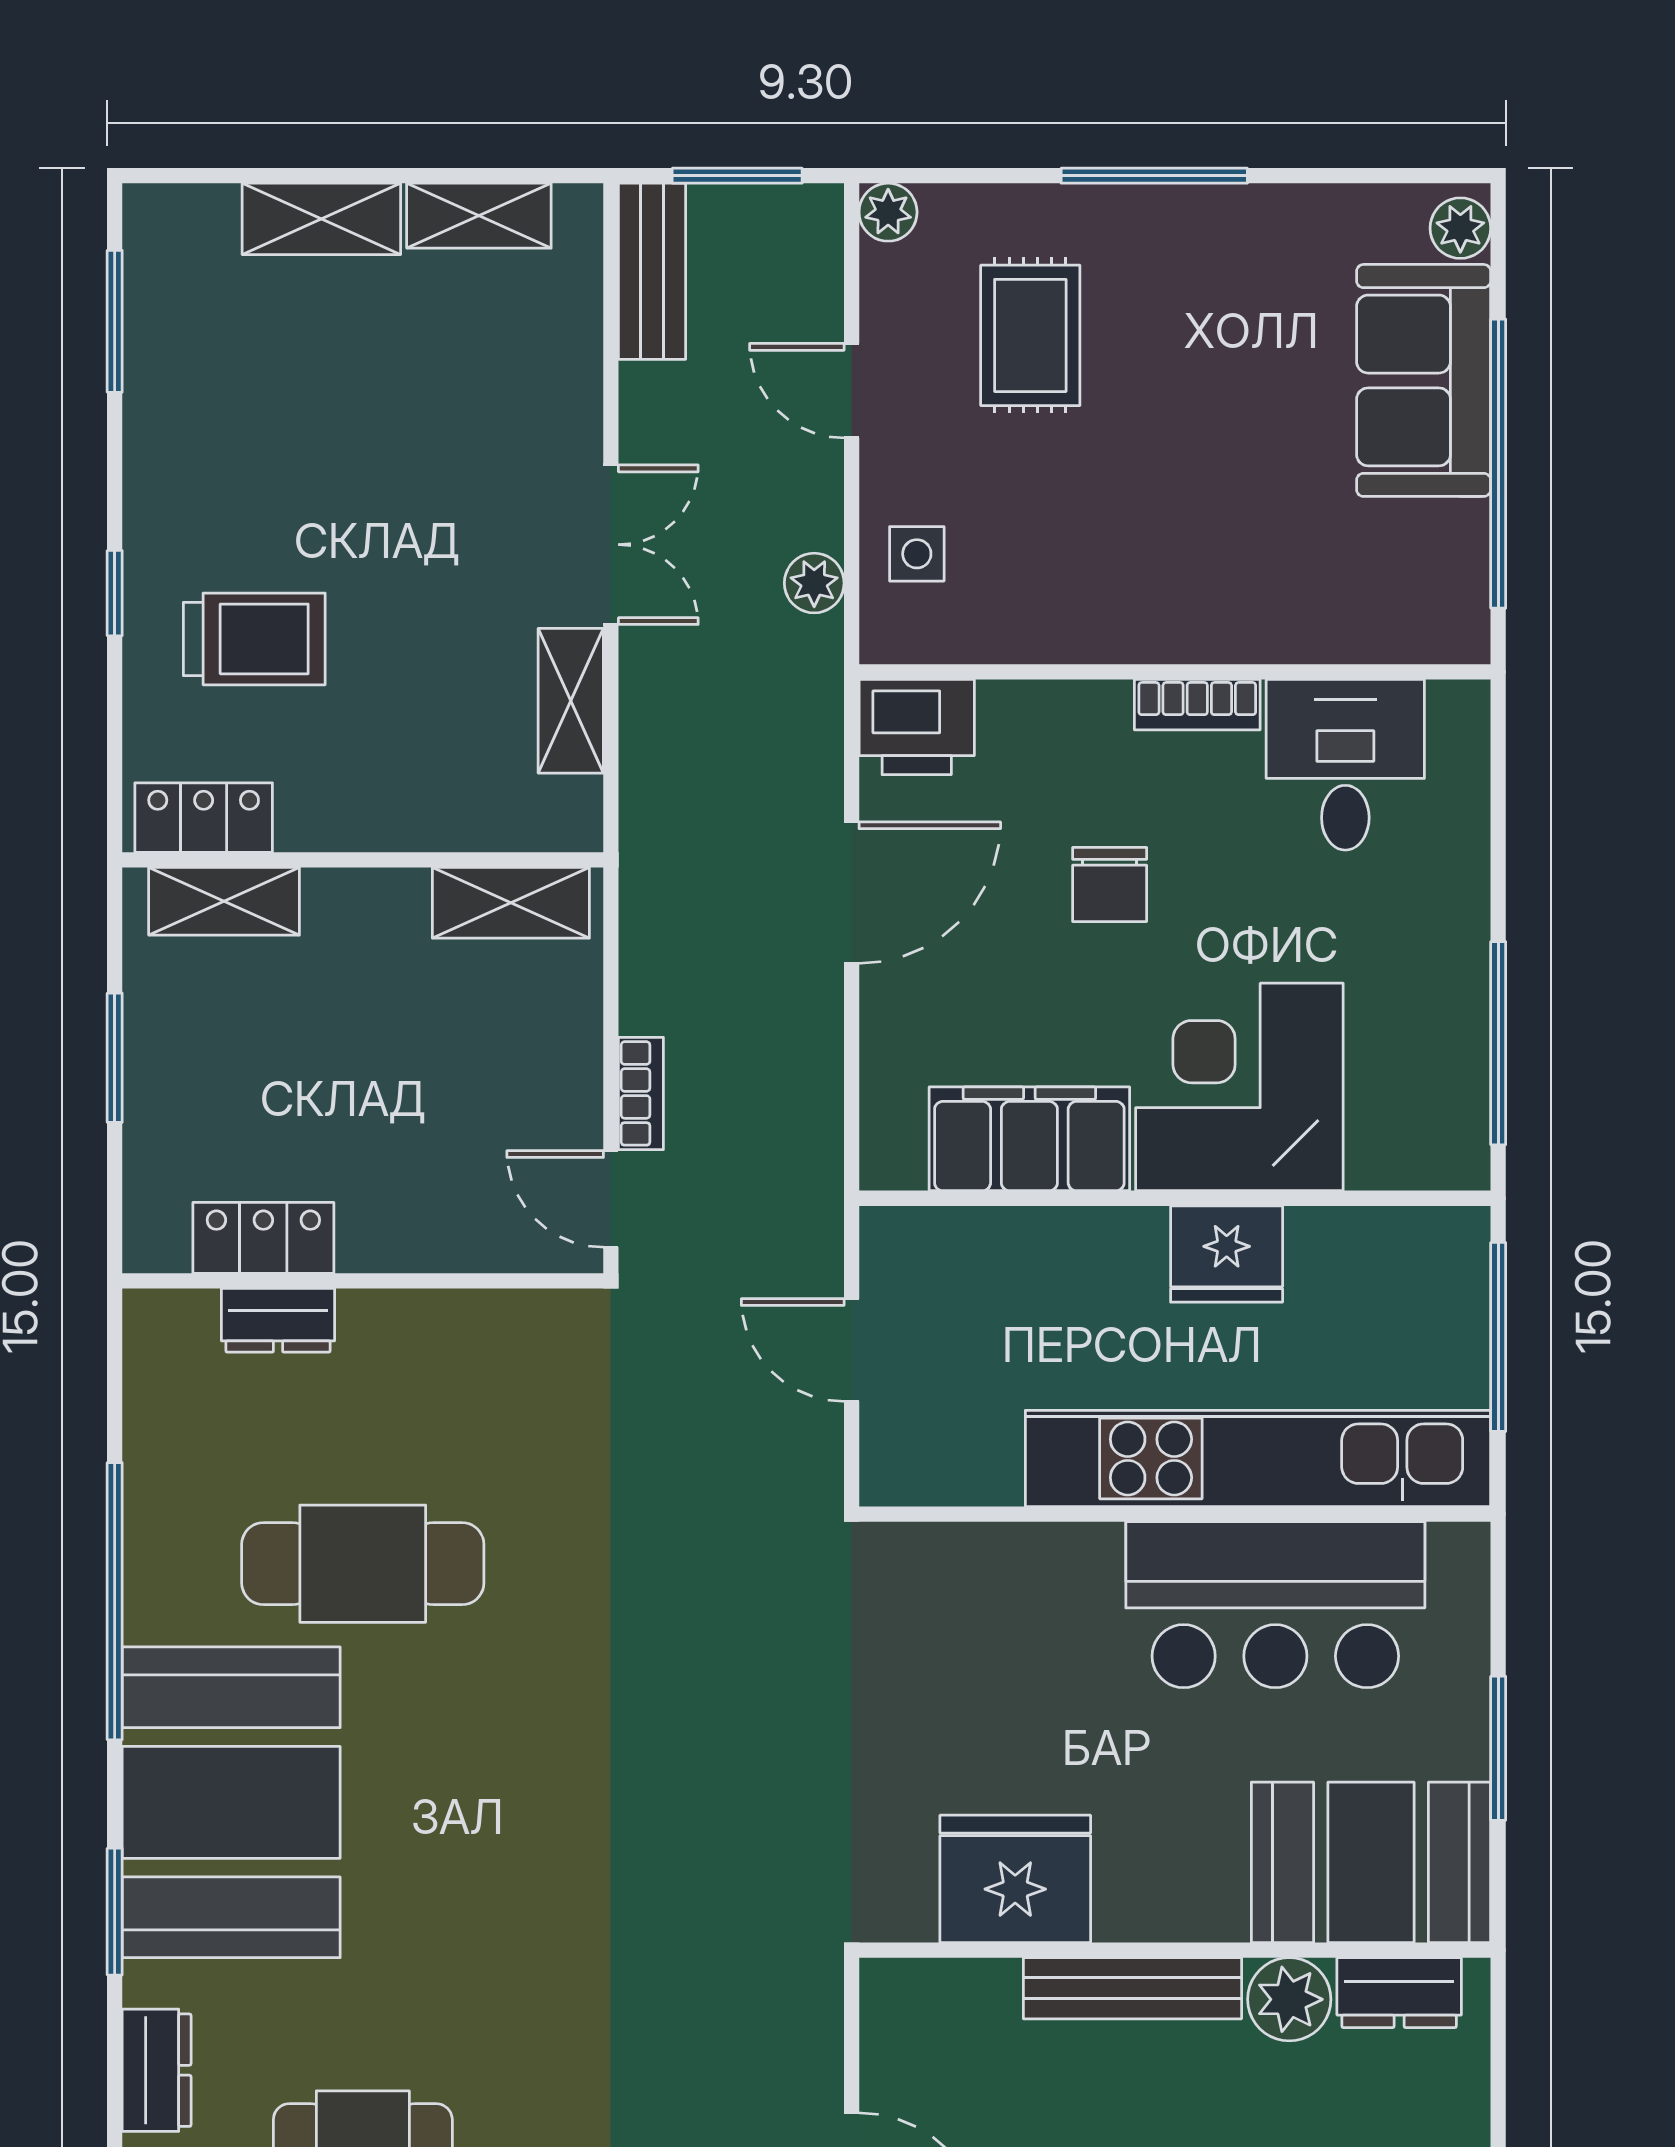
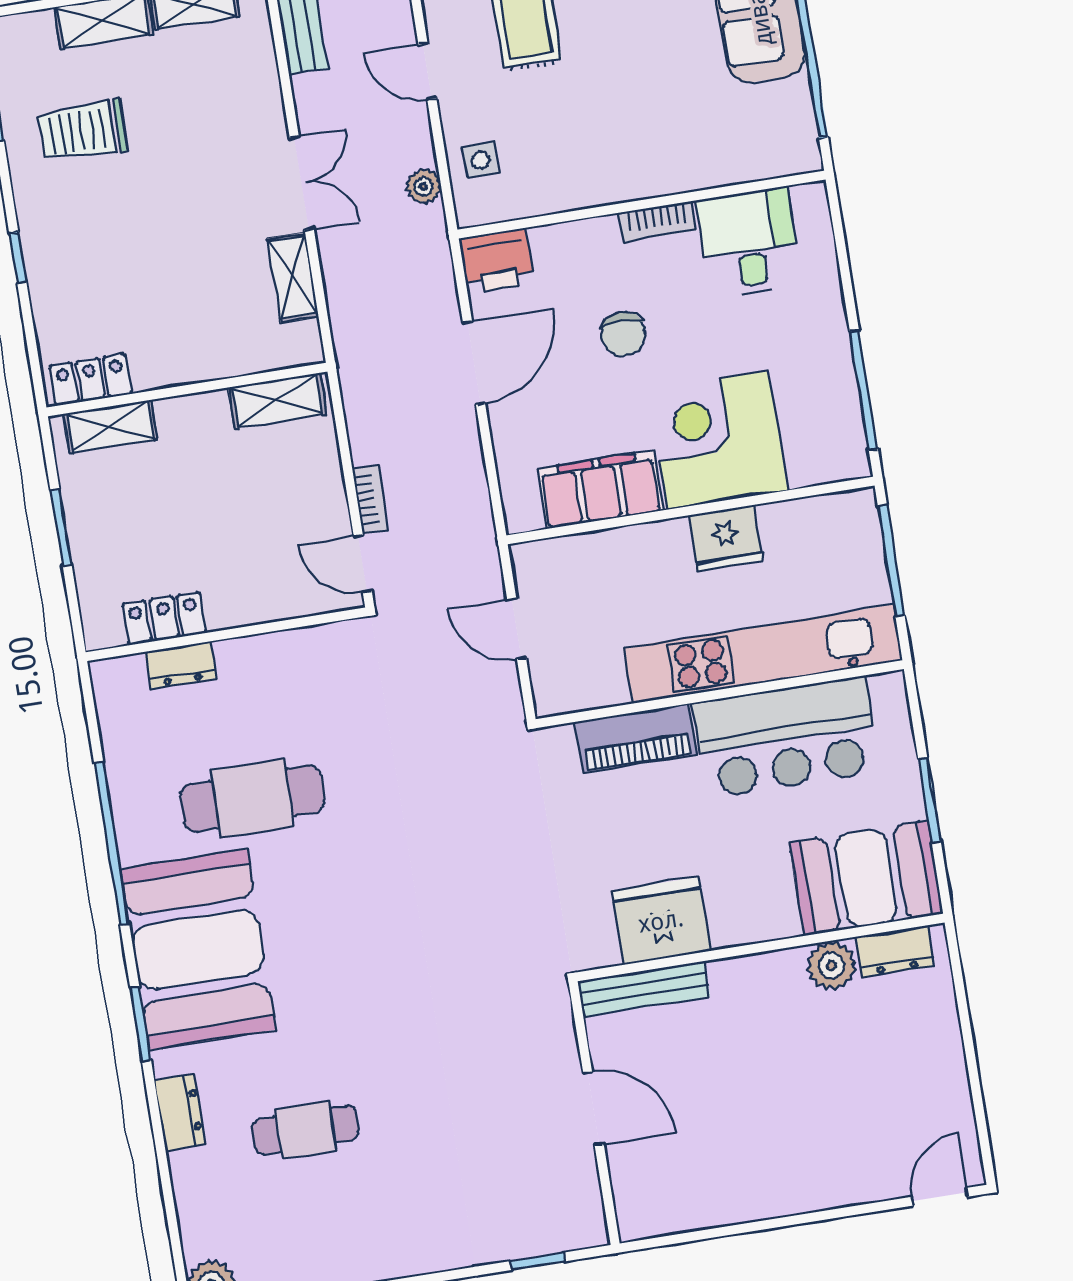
trolley: (254, 639) -> (83, 131), moved, turned 180
piano: (1022, 1565) -> (636, 738), added
bench: (1132, 1988) -> (644, 989), moved

